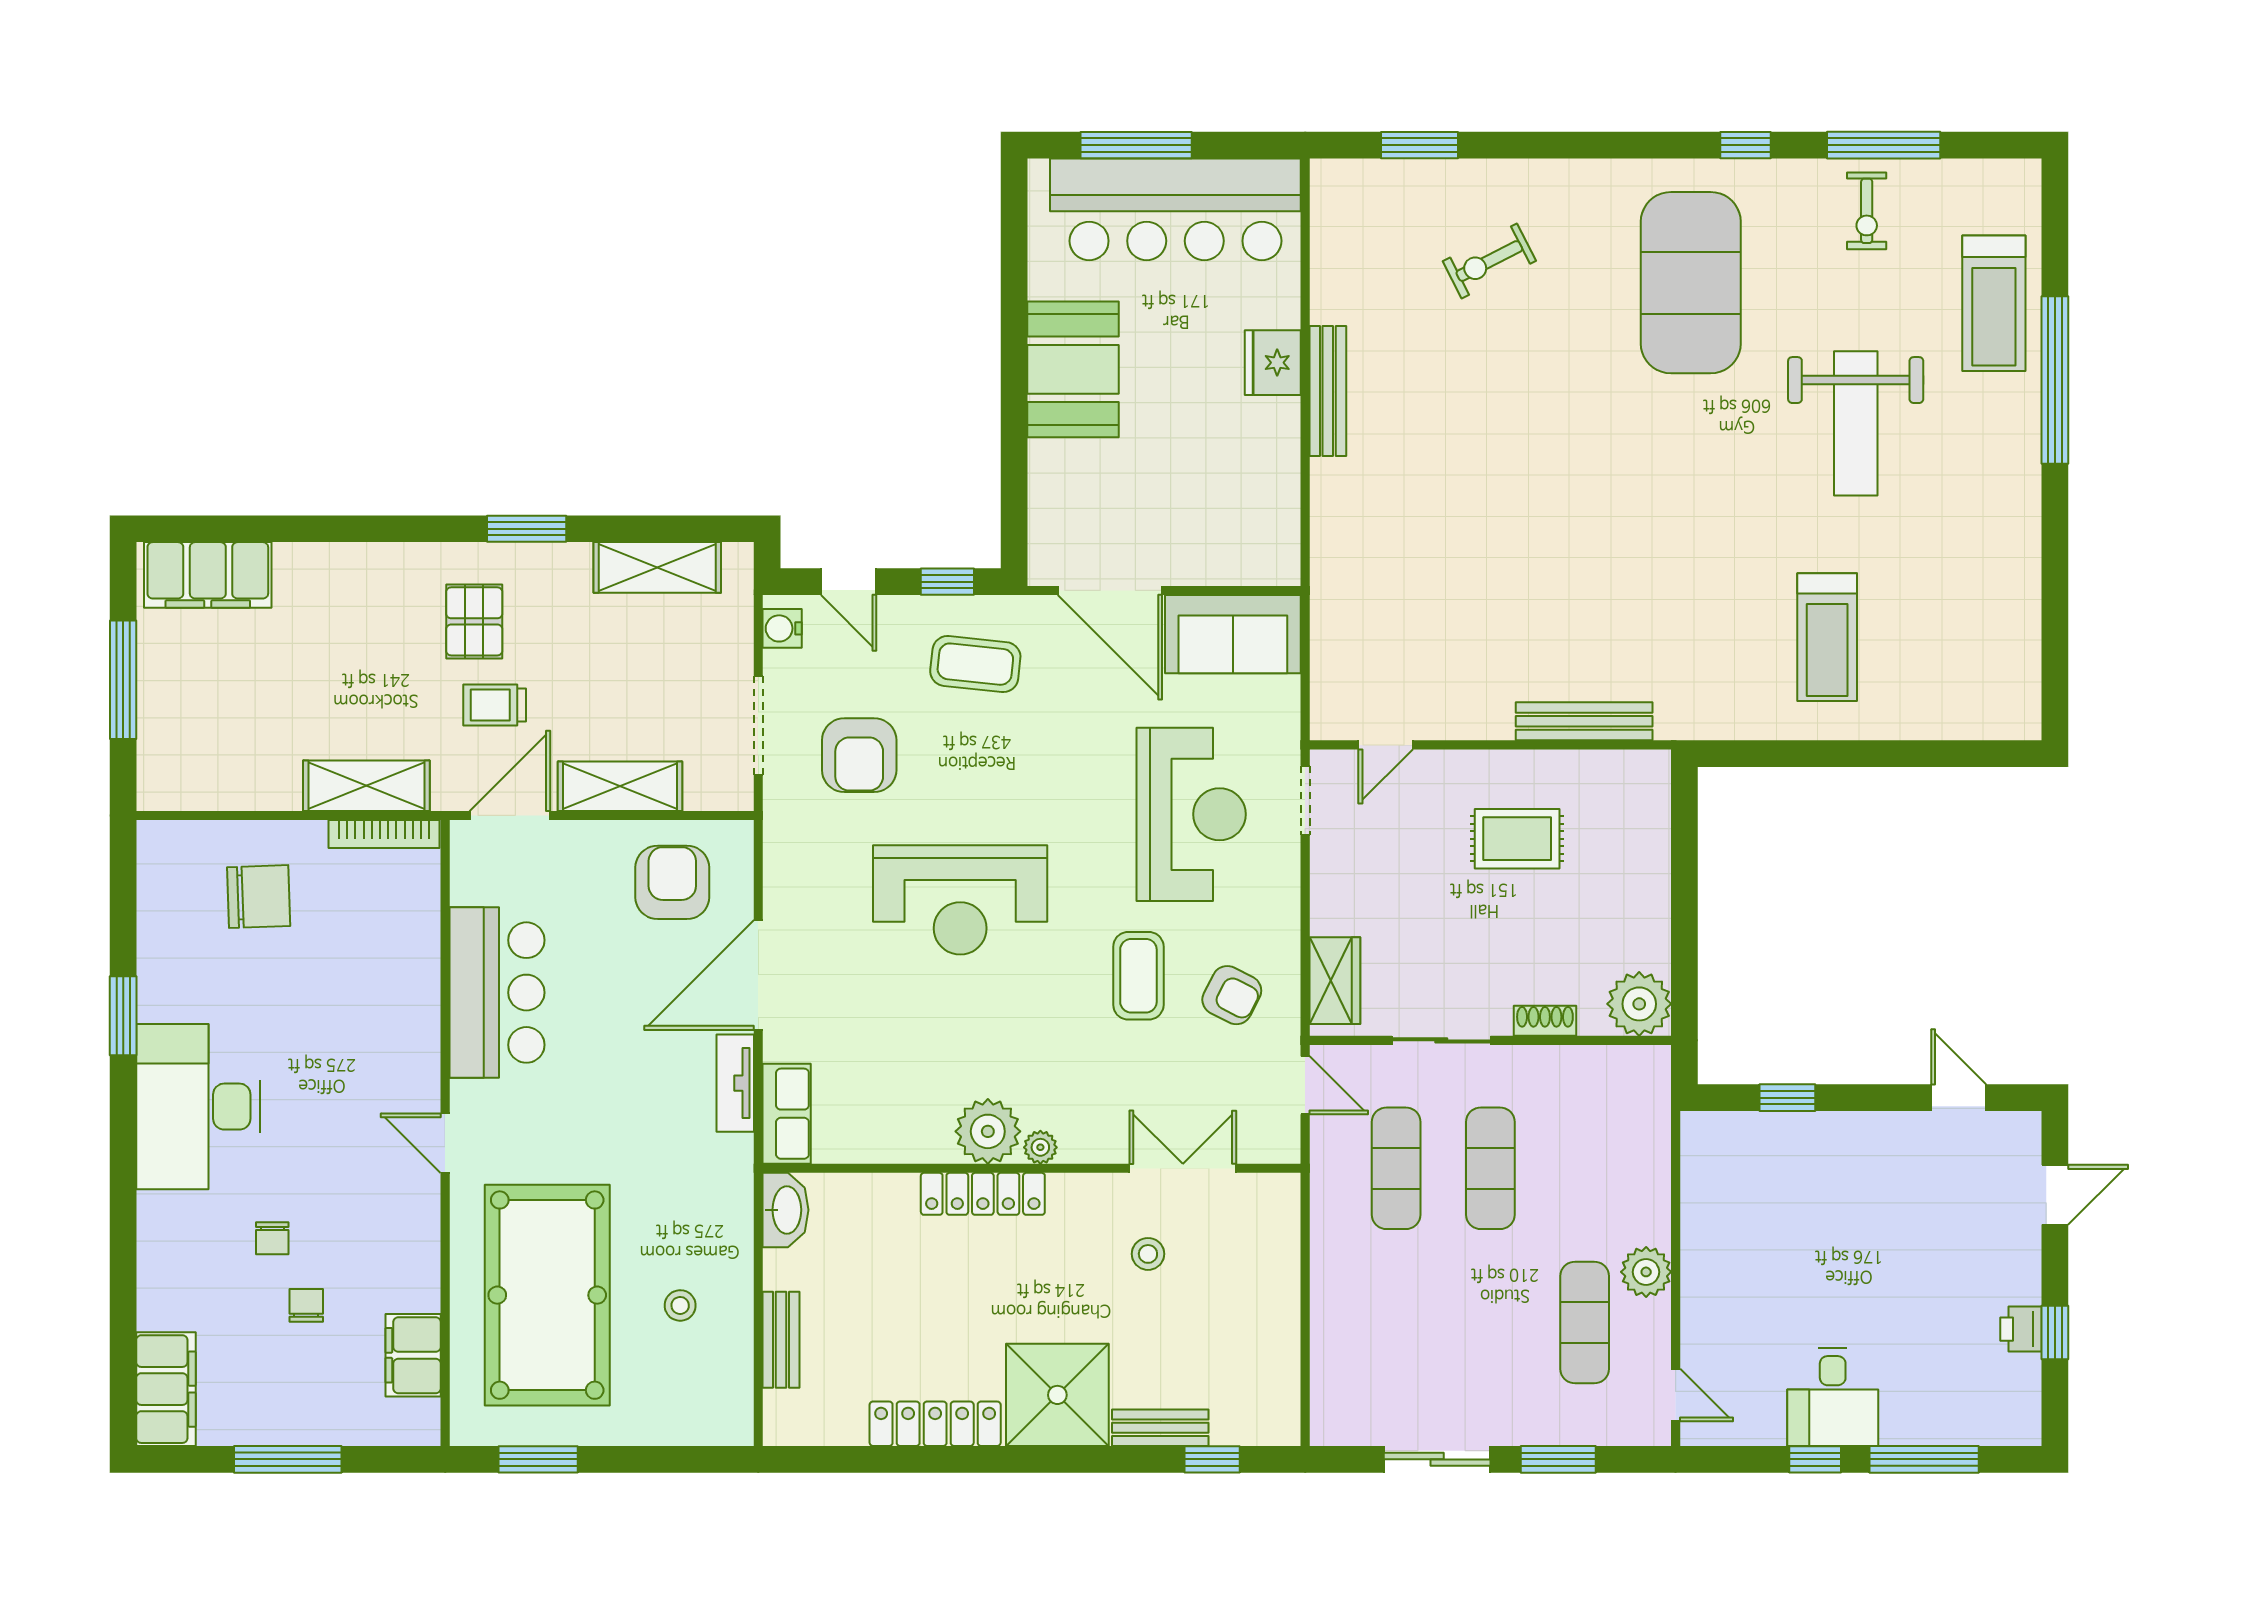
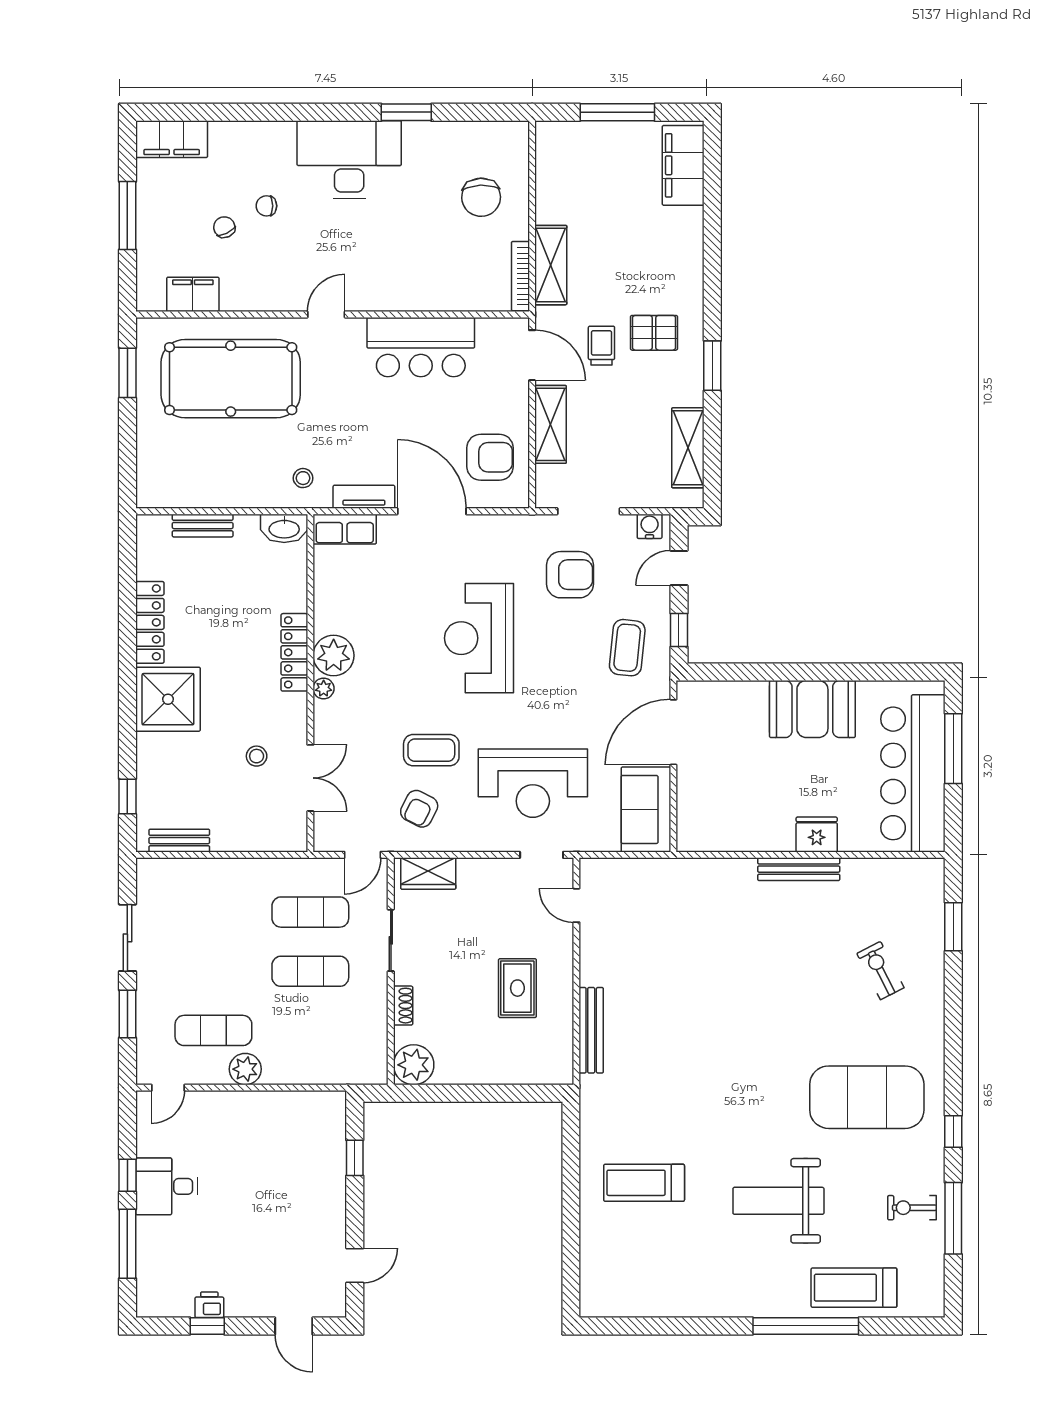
armchair: (859, 755) -> (570, 575), turned 180
chair: (306, 1305) -> (224, 227), turned -116
stool: (680, 1305) -> (303, 478), moved
bench: (1160, 1428) -> (179, 841), moved, turned 90

